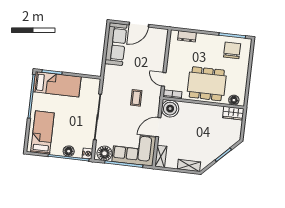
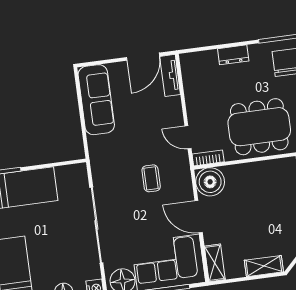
door: (139, 25) -> (143, 57), moved
dresser: (187, 36) -> (233, 55), moved
tv unit: (162, 41) -> (170, 75), added
door: (158, 127) -> (199, 217), hinge flipped

